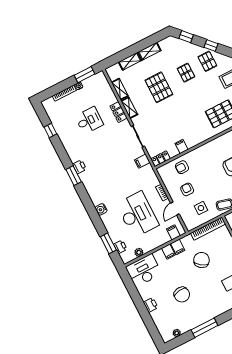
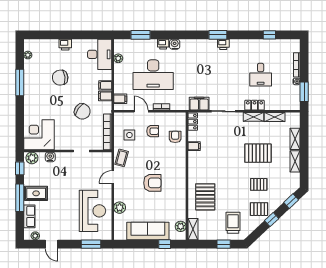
filing cabinet: (142, 161) -> (199, 104), width x2.00
printer: (120, 247) -> (163, 44), moved

